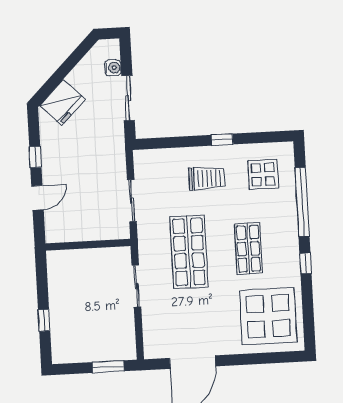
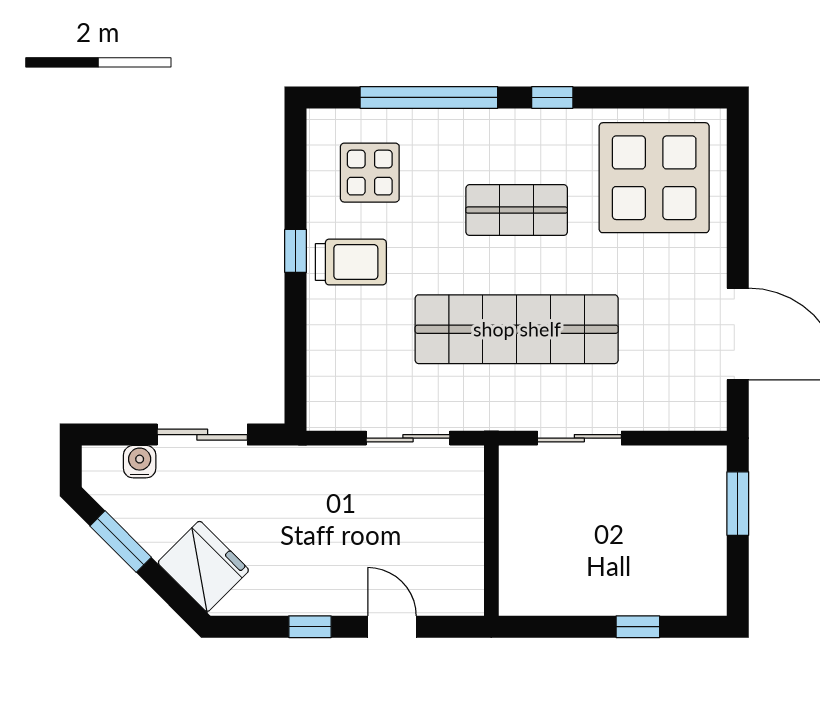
window: (73, 60) -> (121, 542), added
trolley: (207, 178) -> (351, 262), moved, turned 90
shop shelf: (189, 252) -> (517, 329), width x1.40

